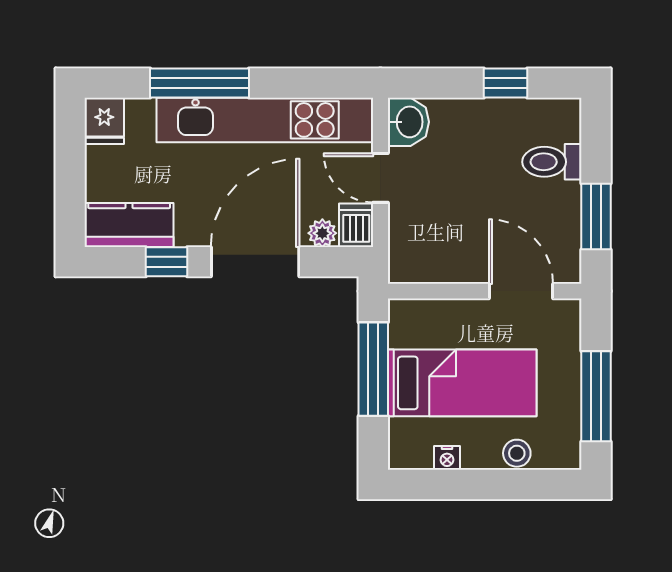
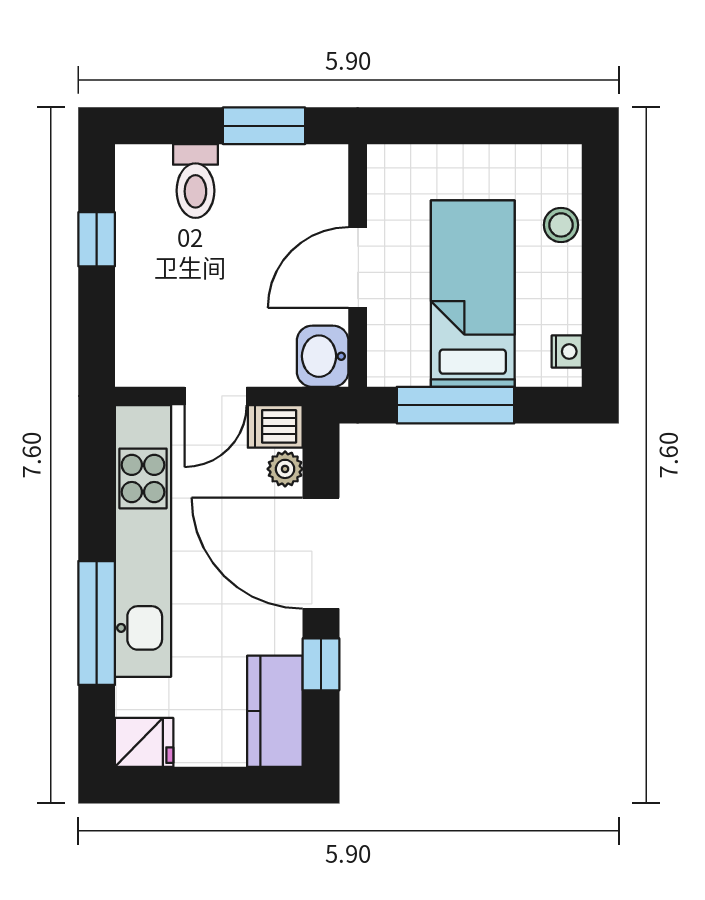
washbasin: (408, 122) -> (323, 356), moved, turned -90
door: (521, 291) -> (358, 268), moved
window: (596, 396) -> (489, 126), removed
nightstand: (447, 458) -> (567, 352), moved

